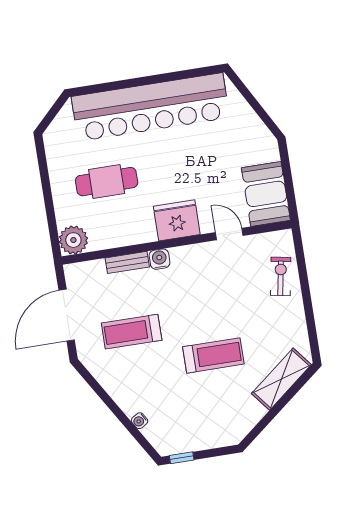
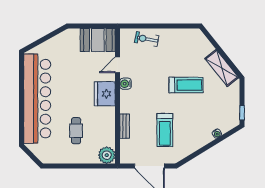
cafe table: (107, 182) -> (76, 131), width x0.73, depth x0.74
water cooler: (160, 259) -> (126, 84), moved
treadmill: (213, 355) -> (186, 85), turned 90
shelving: (281, 379) -> (222, 68), moved

